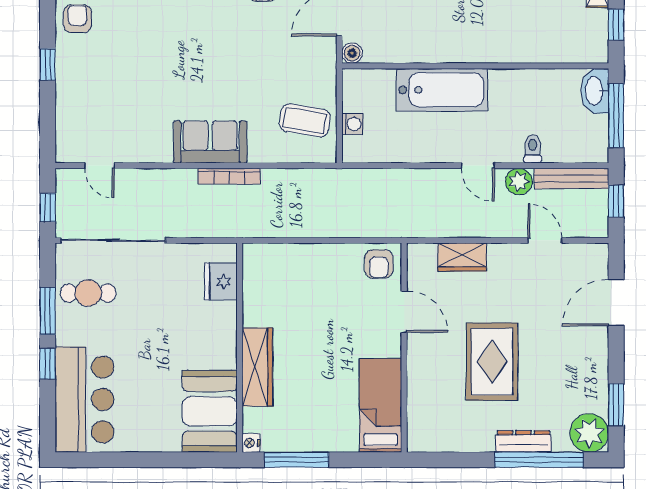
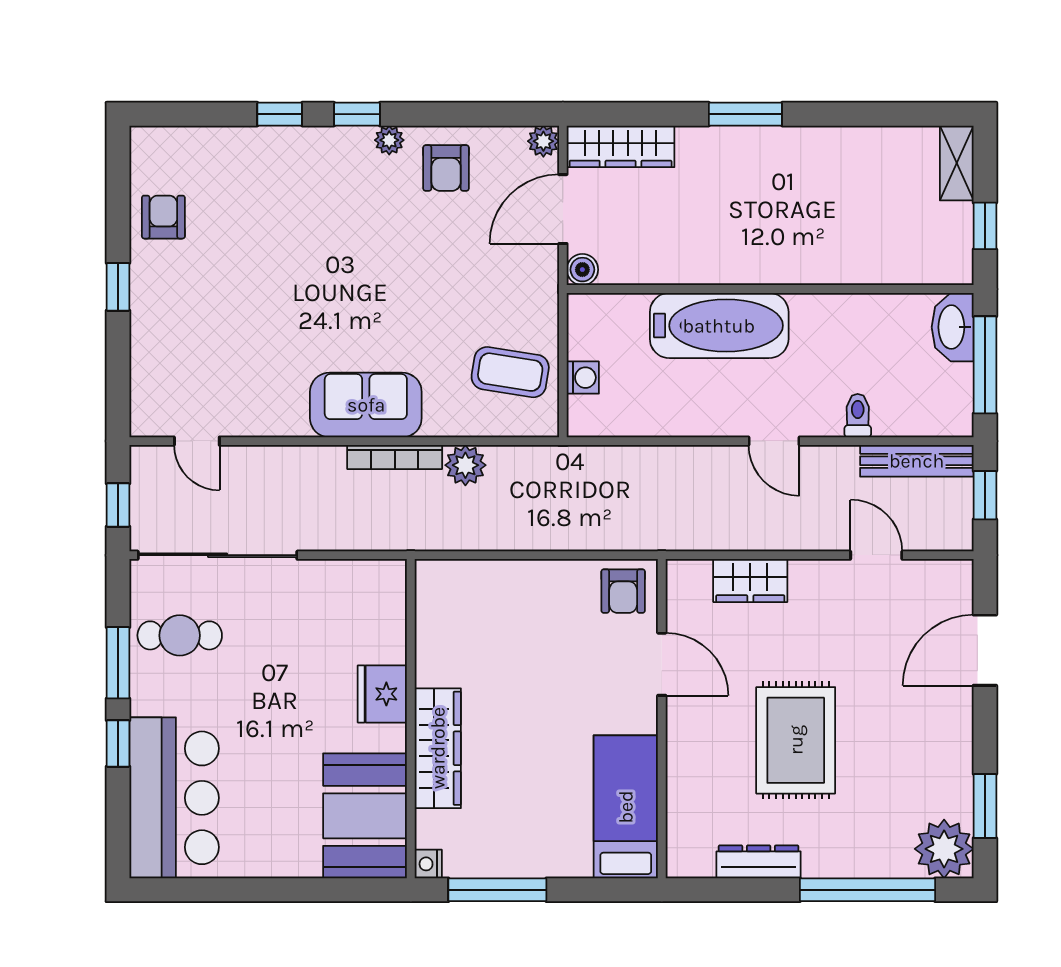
plant: (519, 181) -> (465, 465), moved
fridge: (221, 282) -> (382, 694), moved
dresser: (523, 441) -> (759, 862), moved

